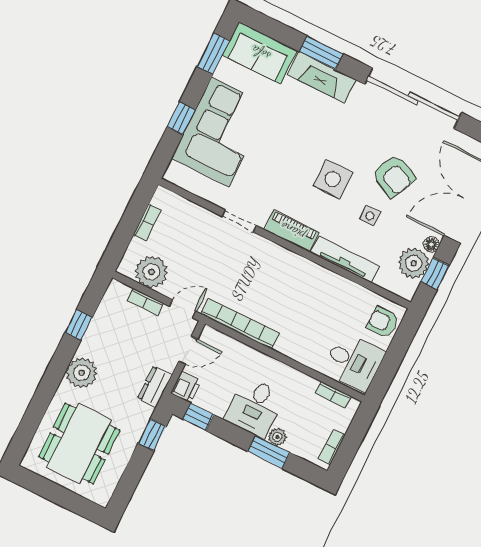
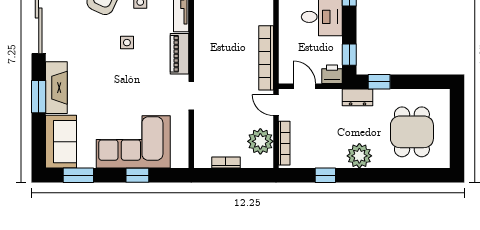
side table: (333, 179) -> (127, 43), width x0.54, depth x0.54
bookcase: (145, 302) -> (284, 143), width x1.56
dresser: (155, 387) -> (358, 97), moved
dining table: (79, 444) -> (412, 132), width x0.73

